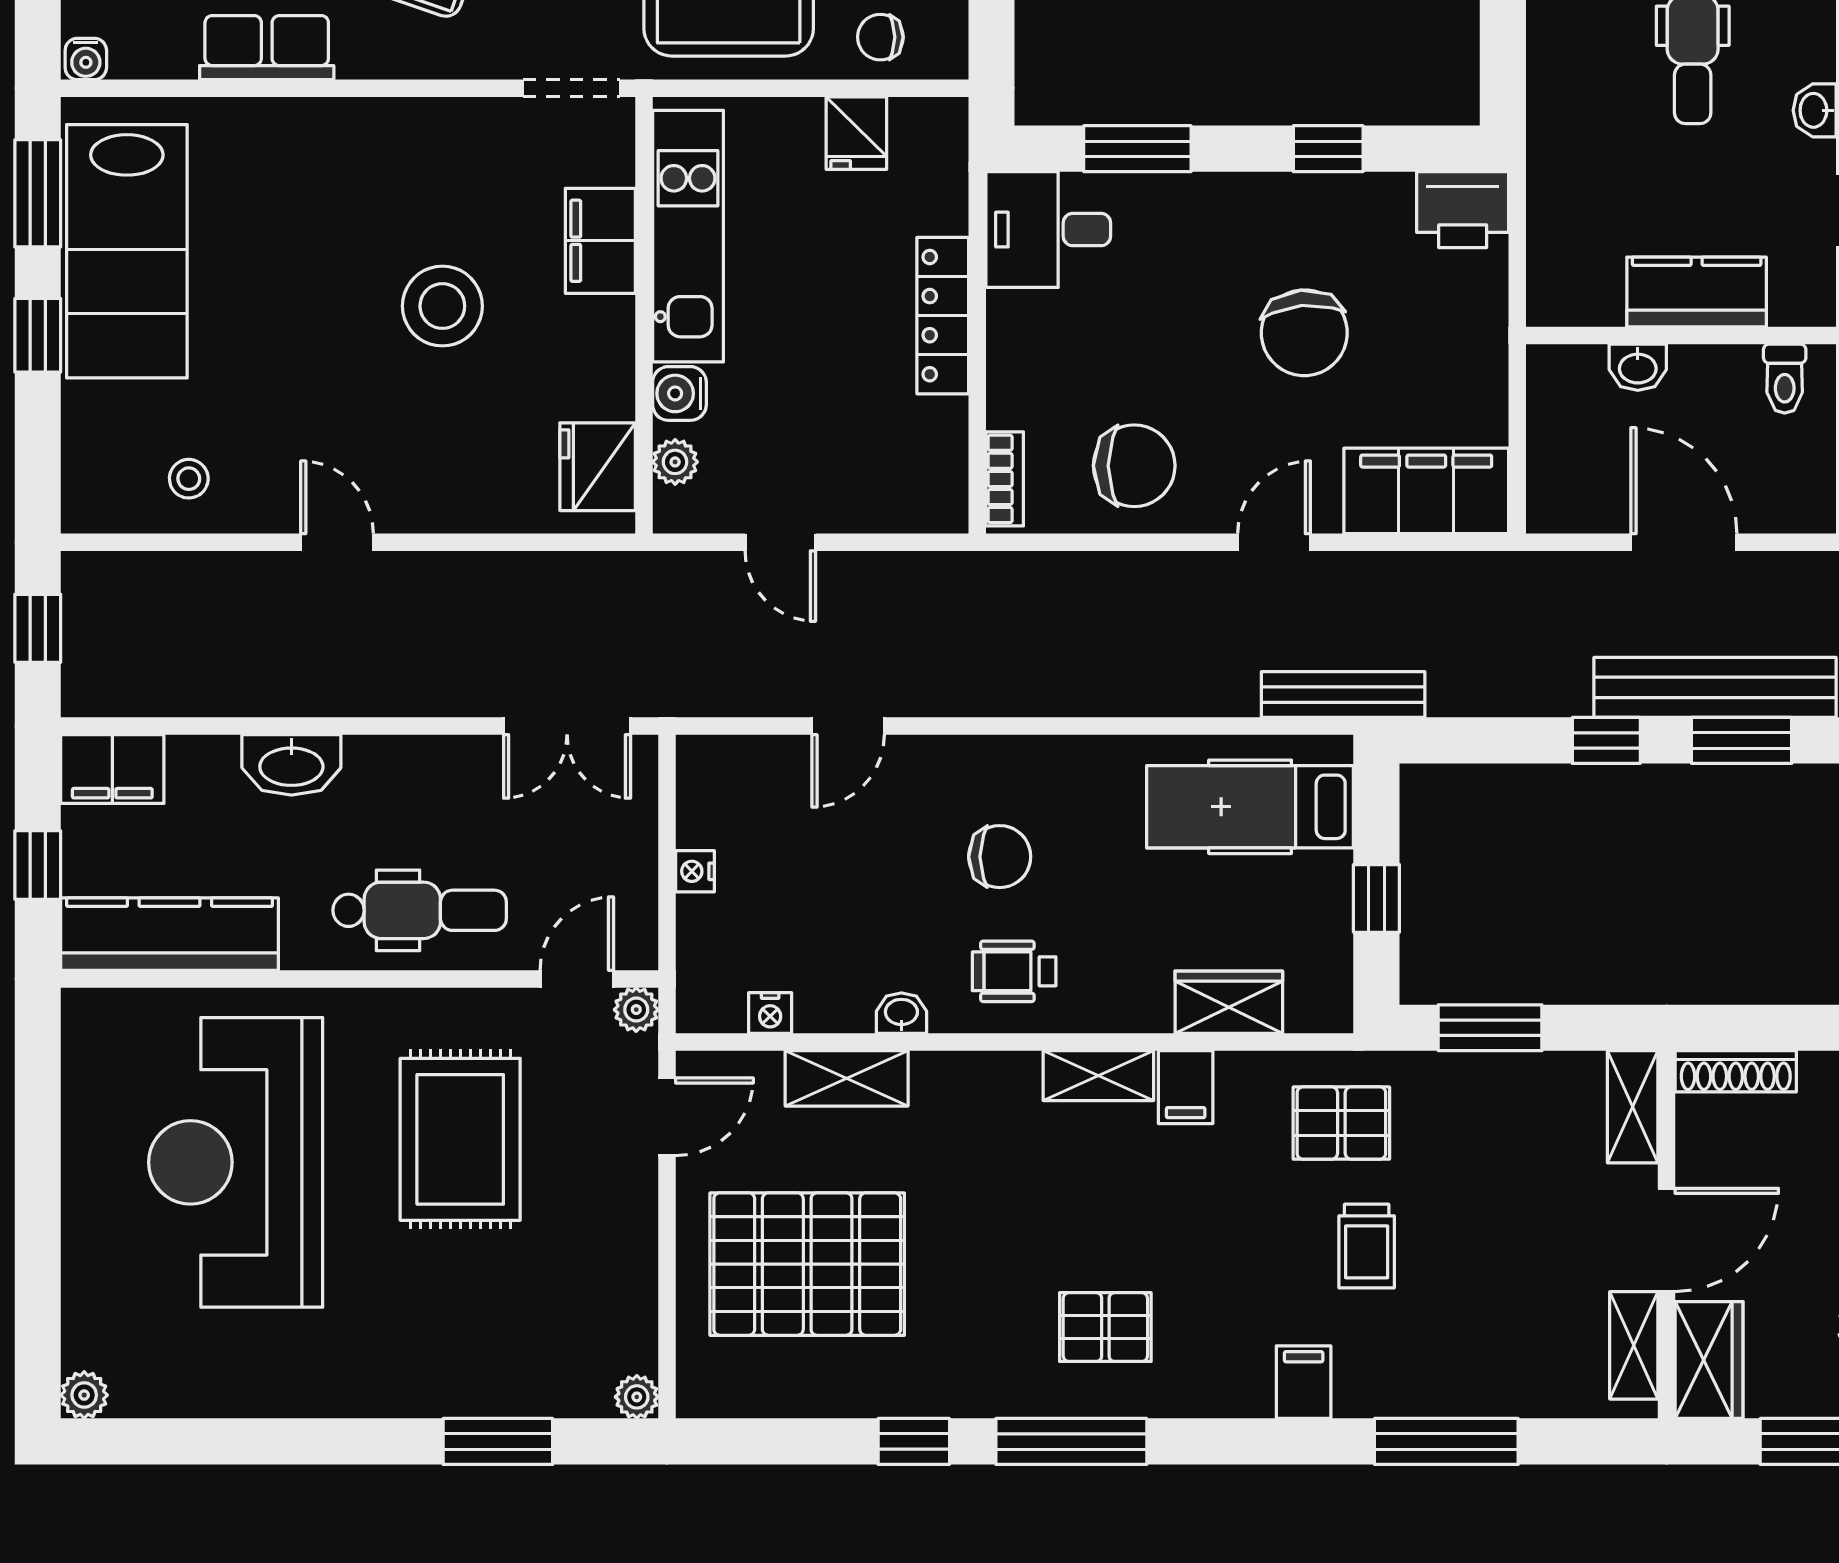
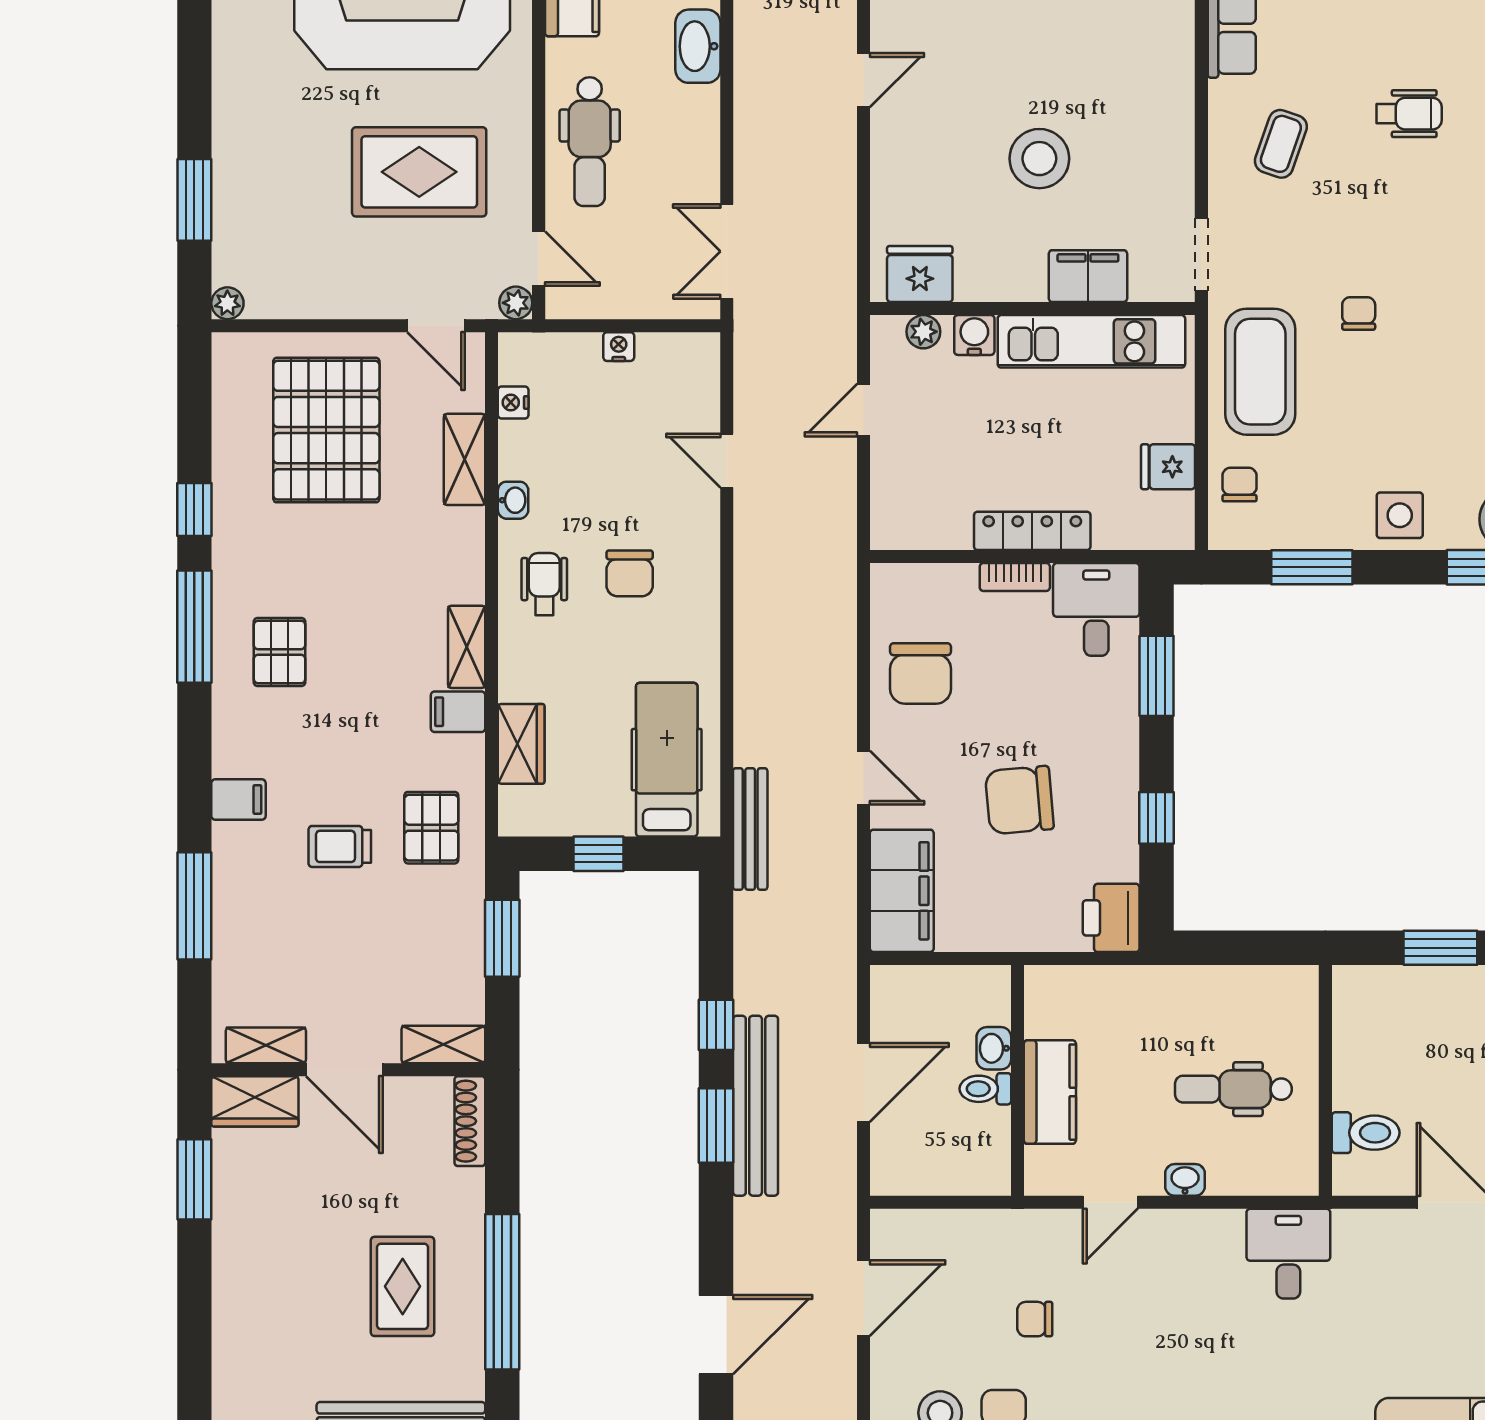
toilet: (1785, 379) -> (985, 1089), moved
bookcase: (1005, 479) -> (1015, 577), moved

